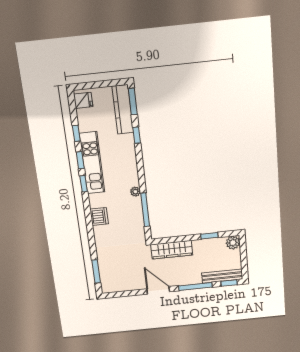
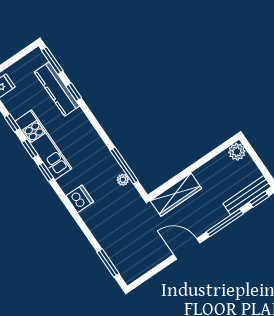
kitchen counter: (123, 109) -> (57, 89), moved
plant: (135, 192) -> (123, 180), moved
window: (209, 236) -> (207, 158), removed

